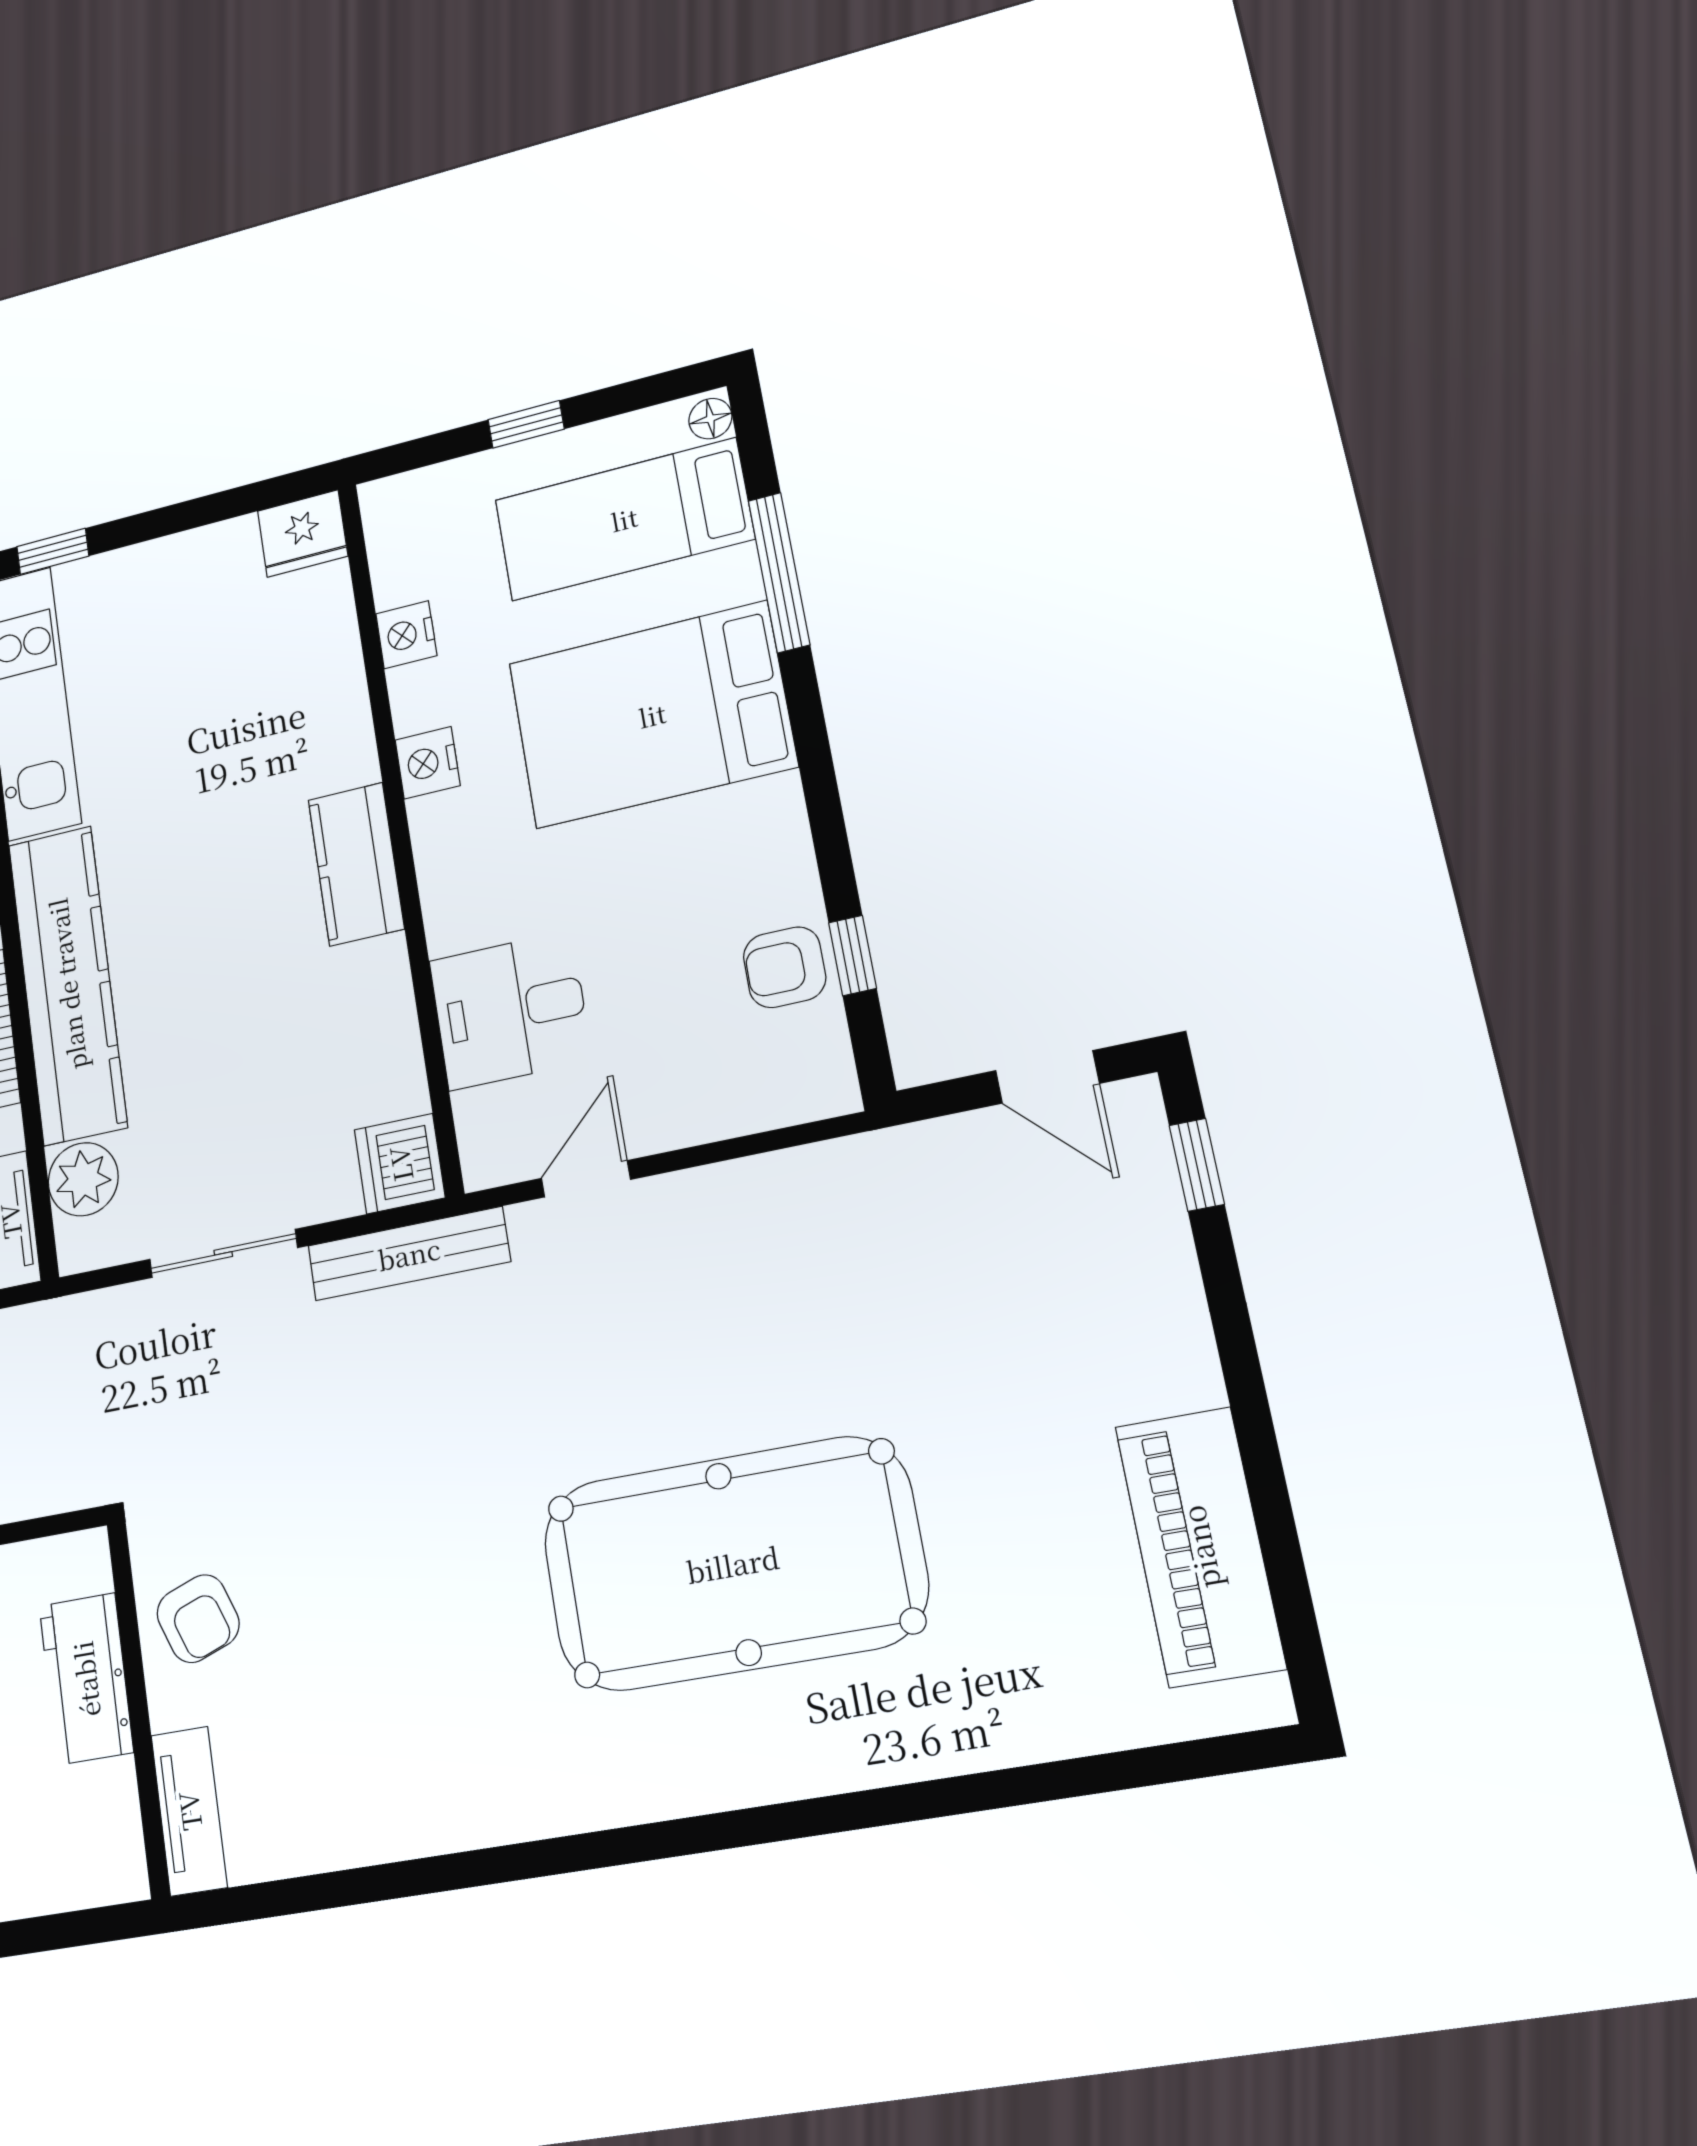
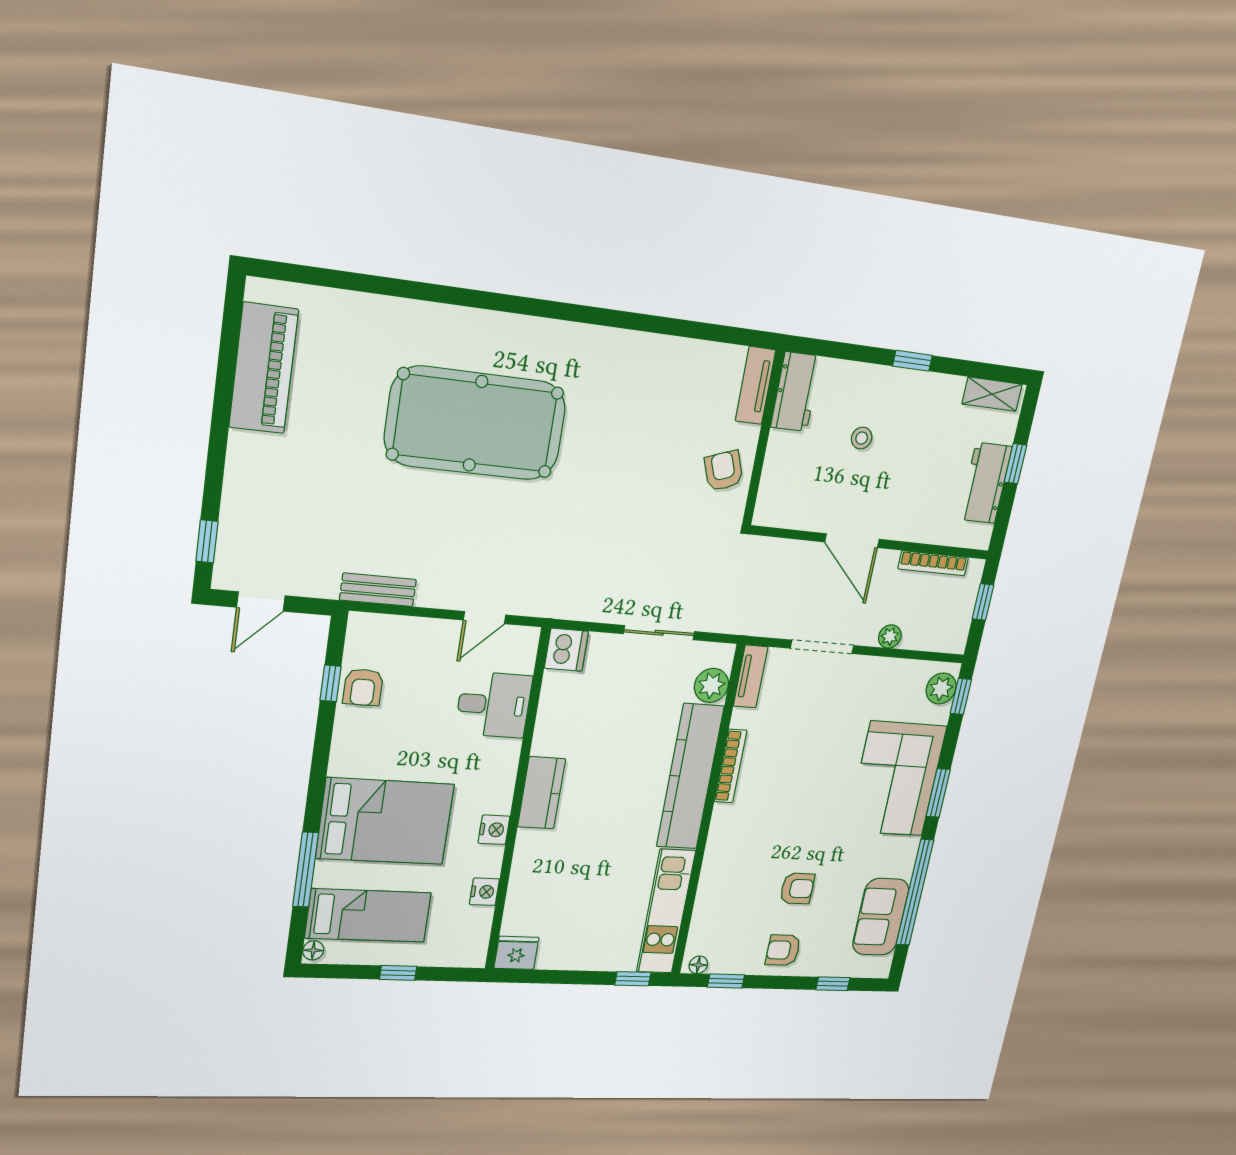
armchair: (785, 967) -> (363, 687), turned 90
door: (1047, 1077) -> (261, 601), swing flipped
bench: (409, 1254) -> (378, 590), moved, width x0.73
workbench: (86, 1679) -> (796, 392), moved

